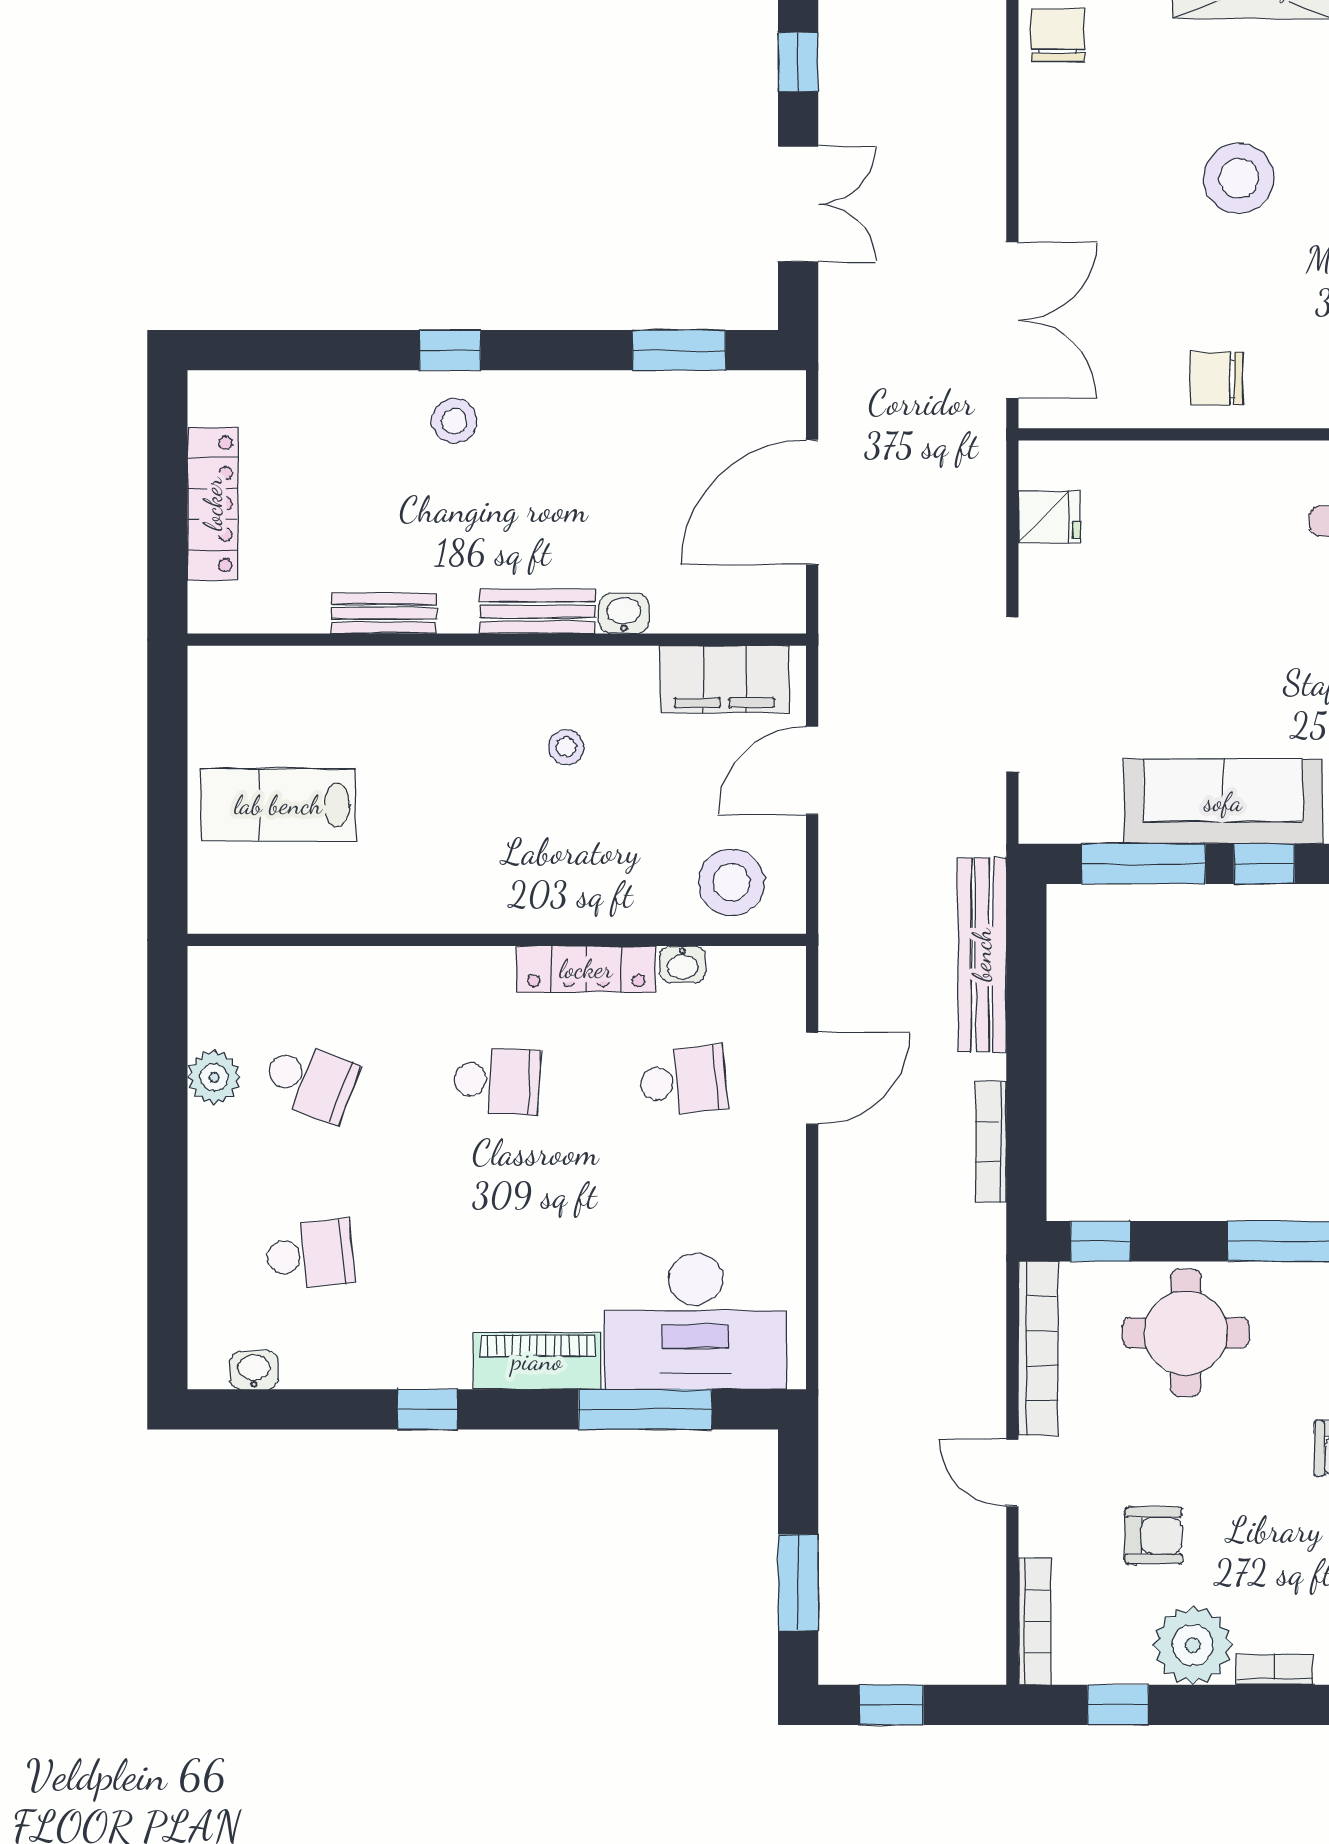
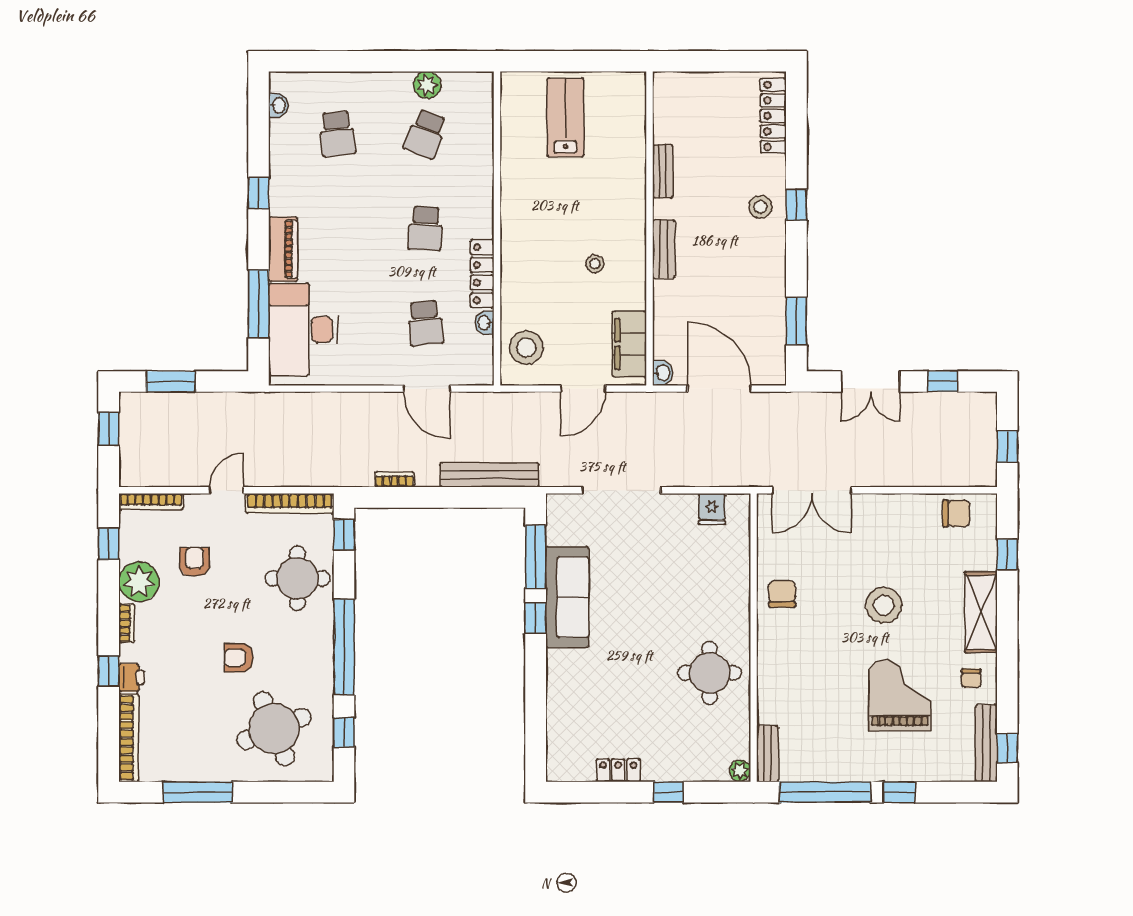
locker: (213, 504) -> (773, 116), moved, turned 90
washbasin: (624, 613) -> (663, 373), moved
door: (812, 770) -> (583, 389), swing flipped
bookcase: (991, 1142) -> (394, 479), width x0.64
armchair: (1153, 1536) -> (195, 562), turned 180

